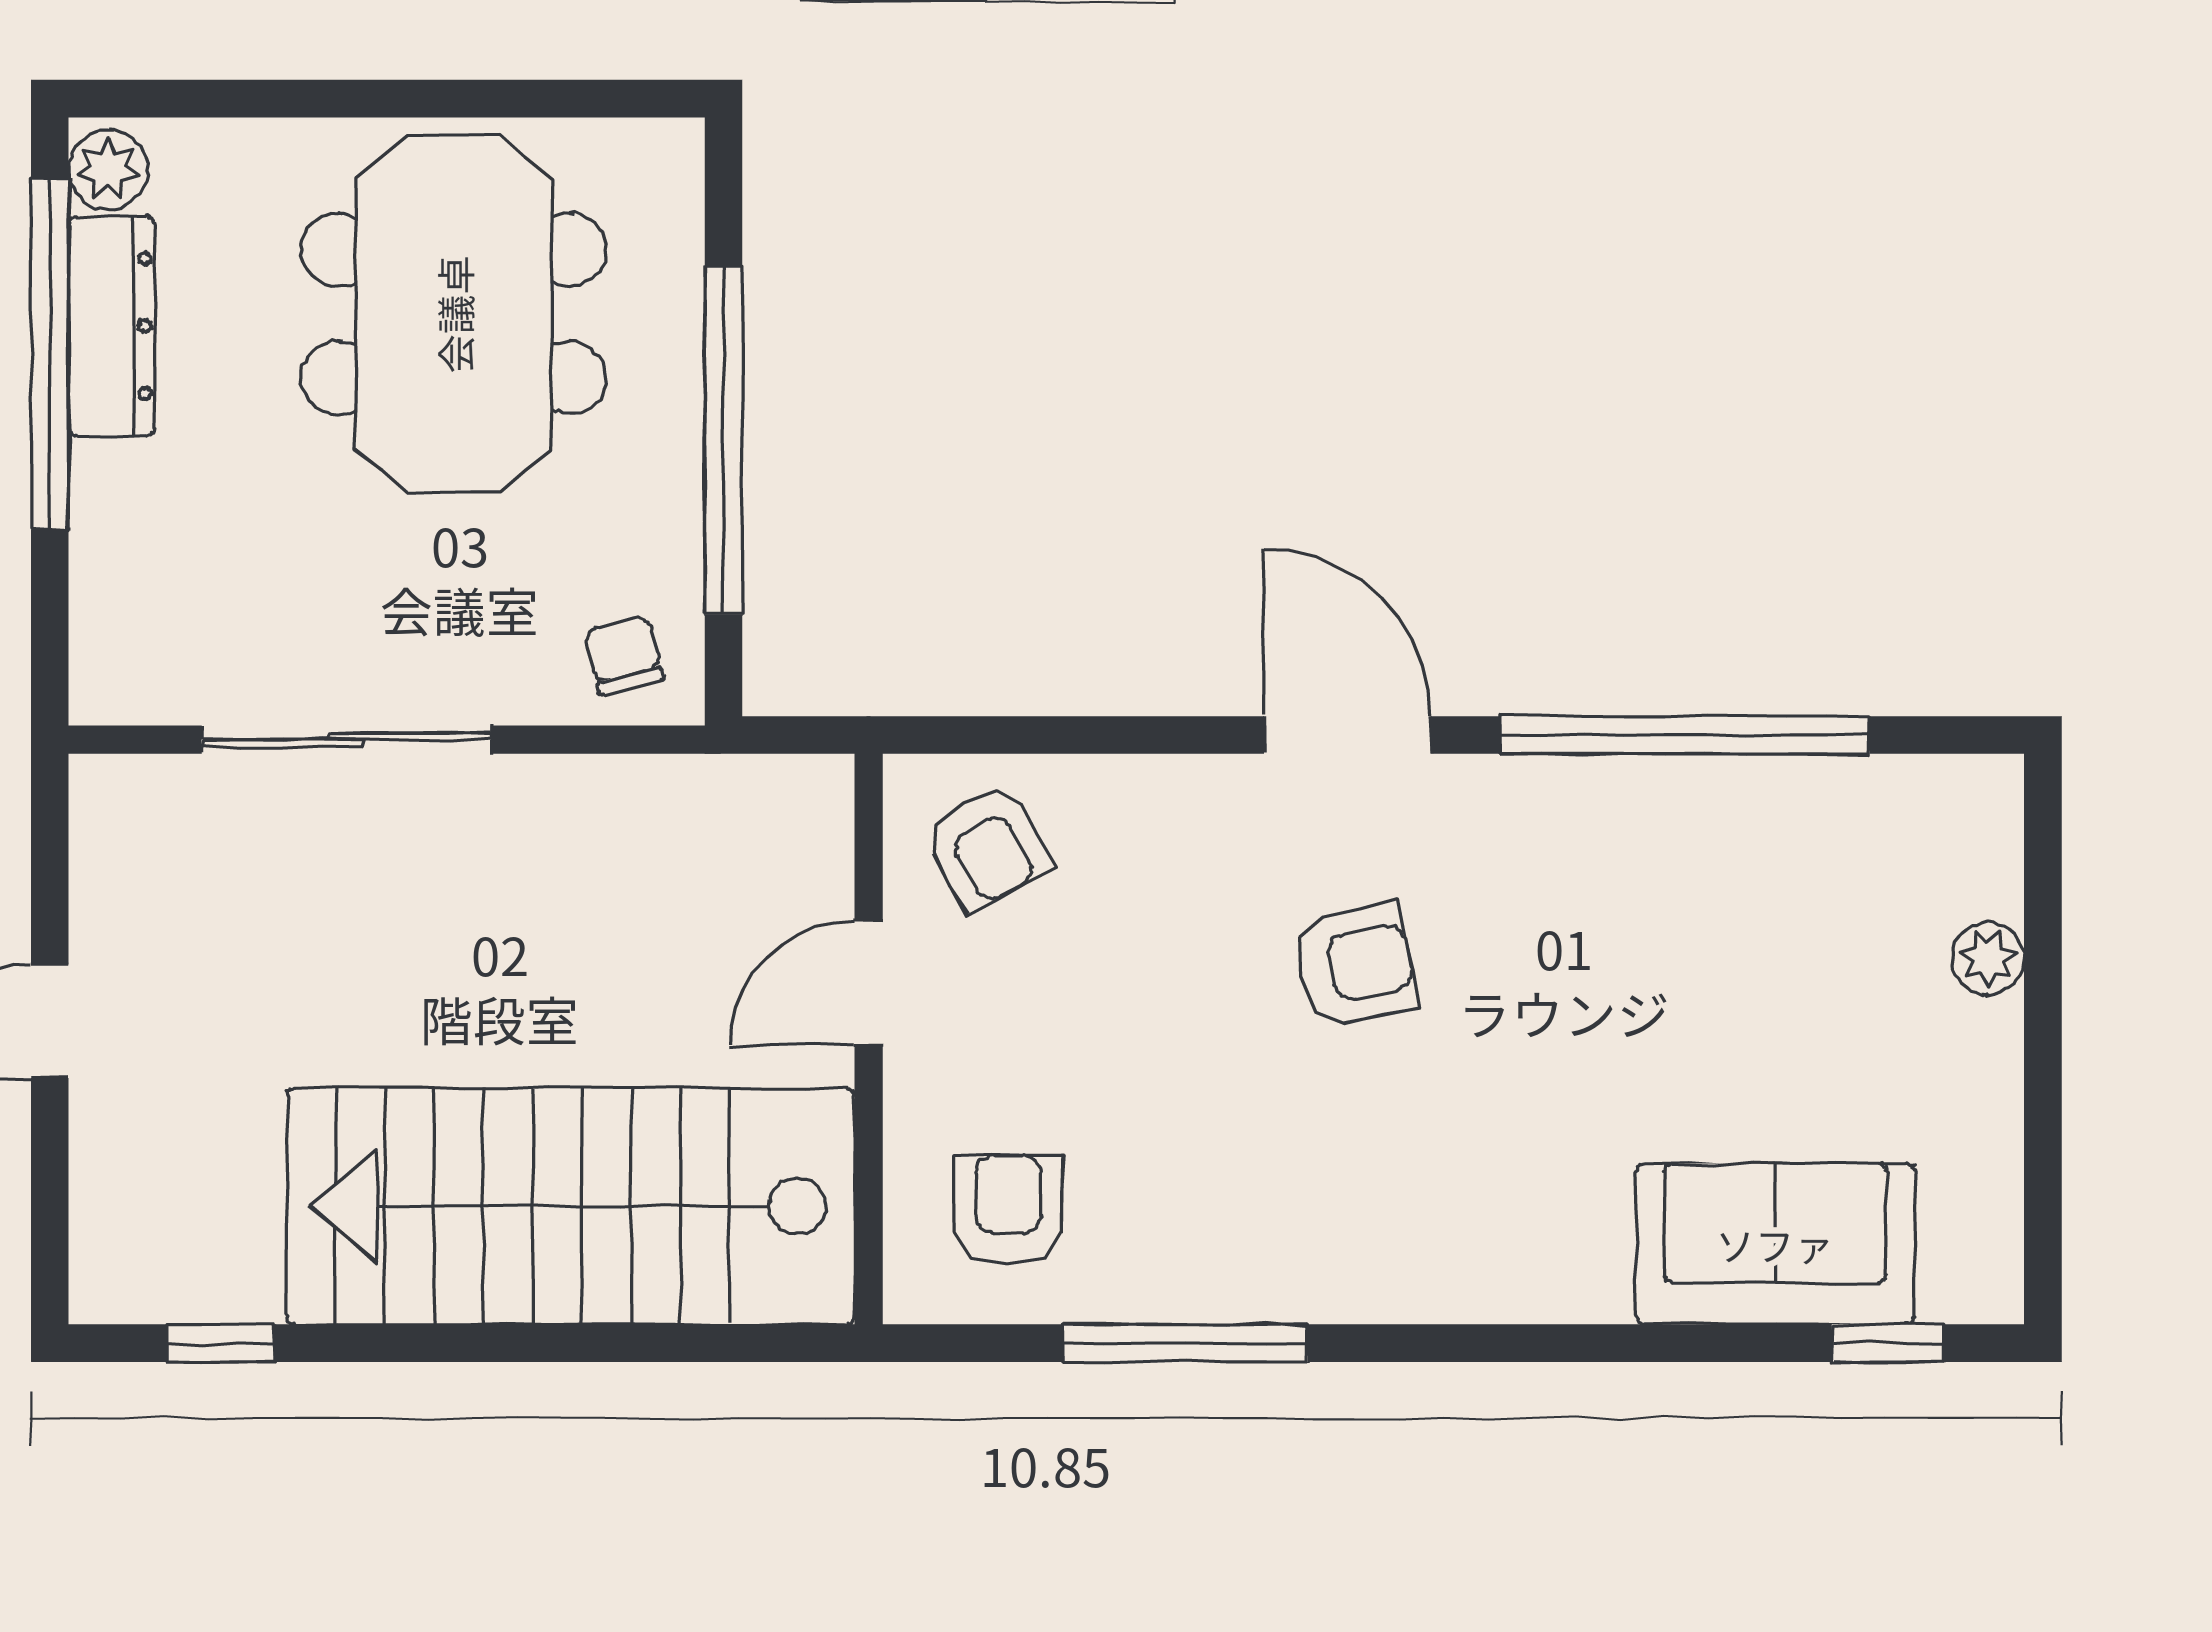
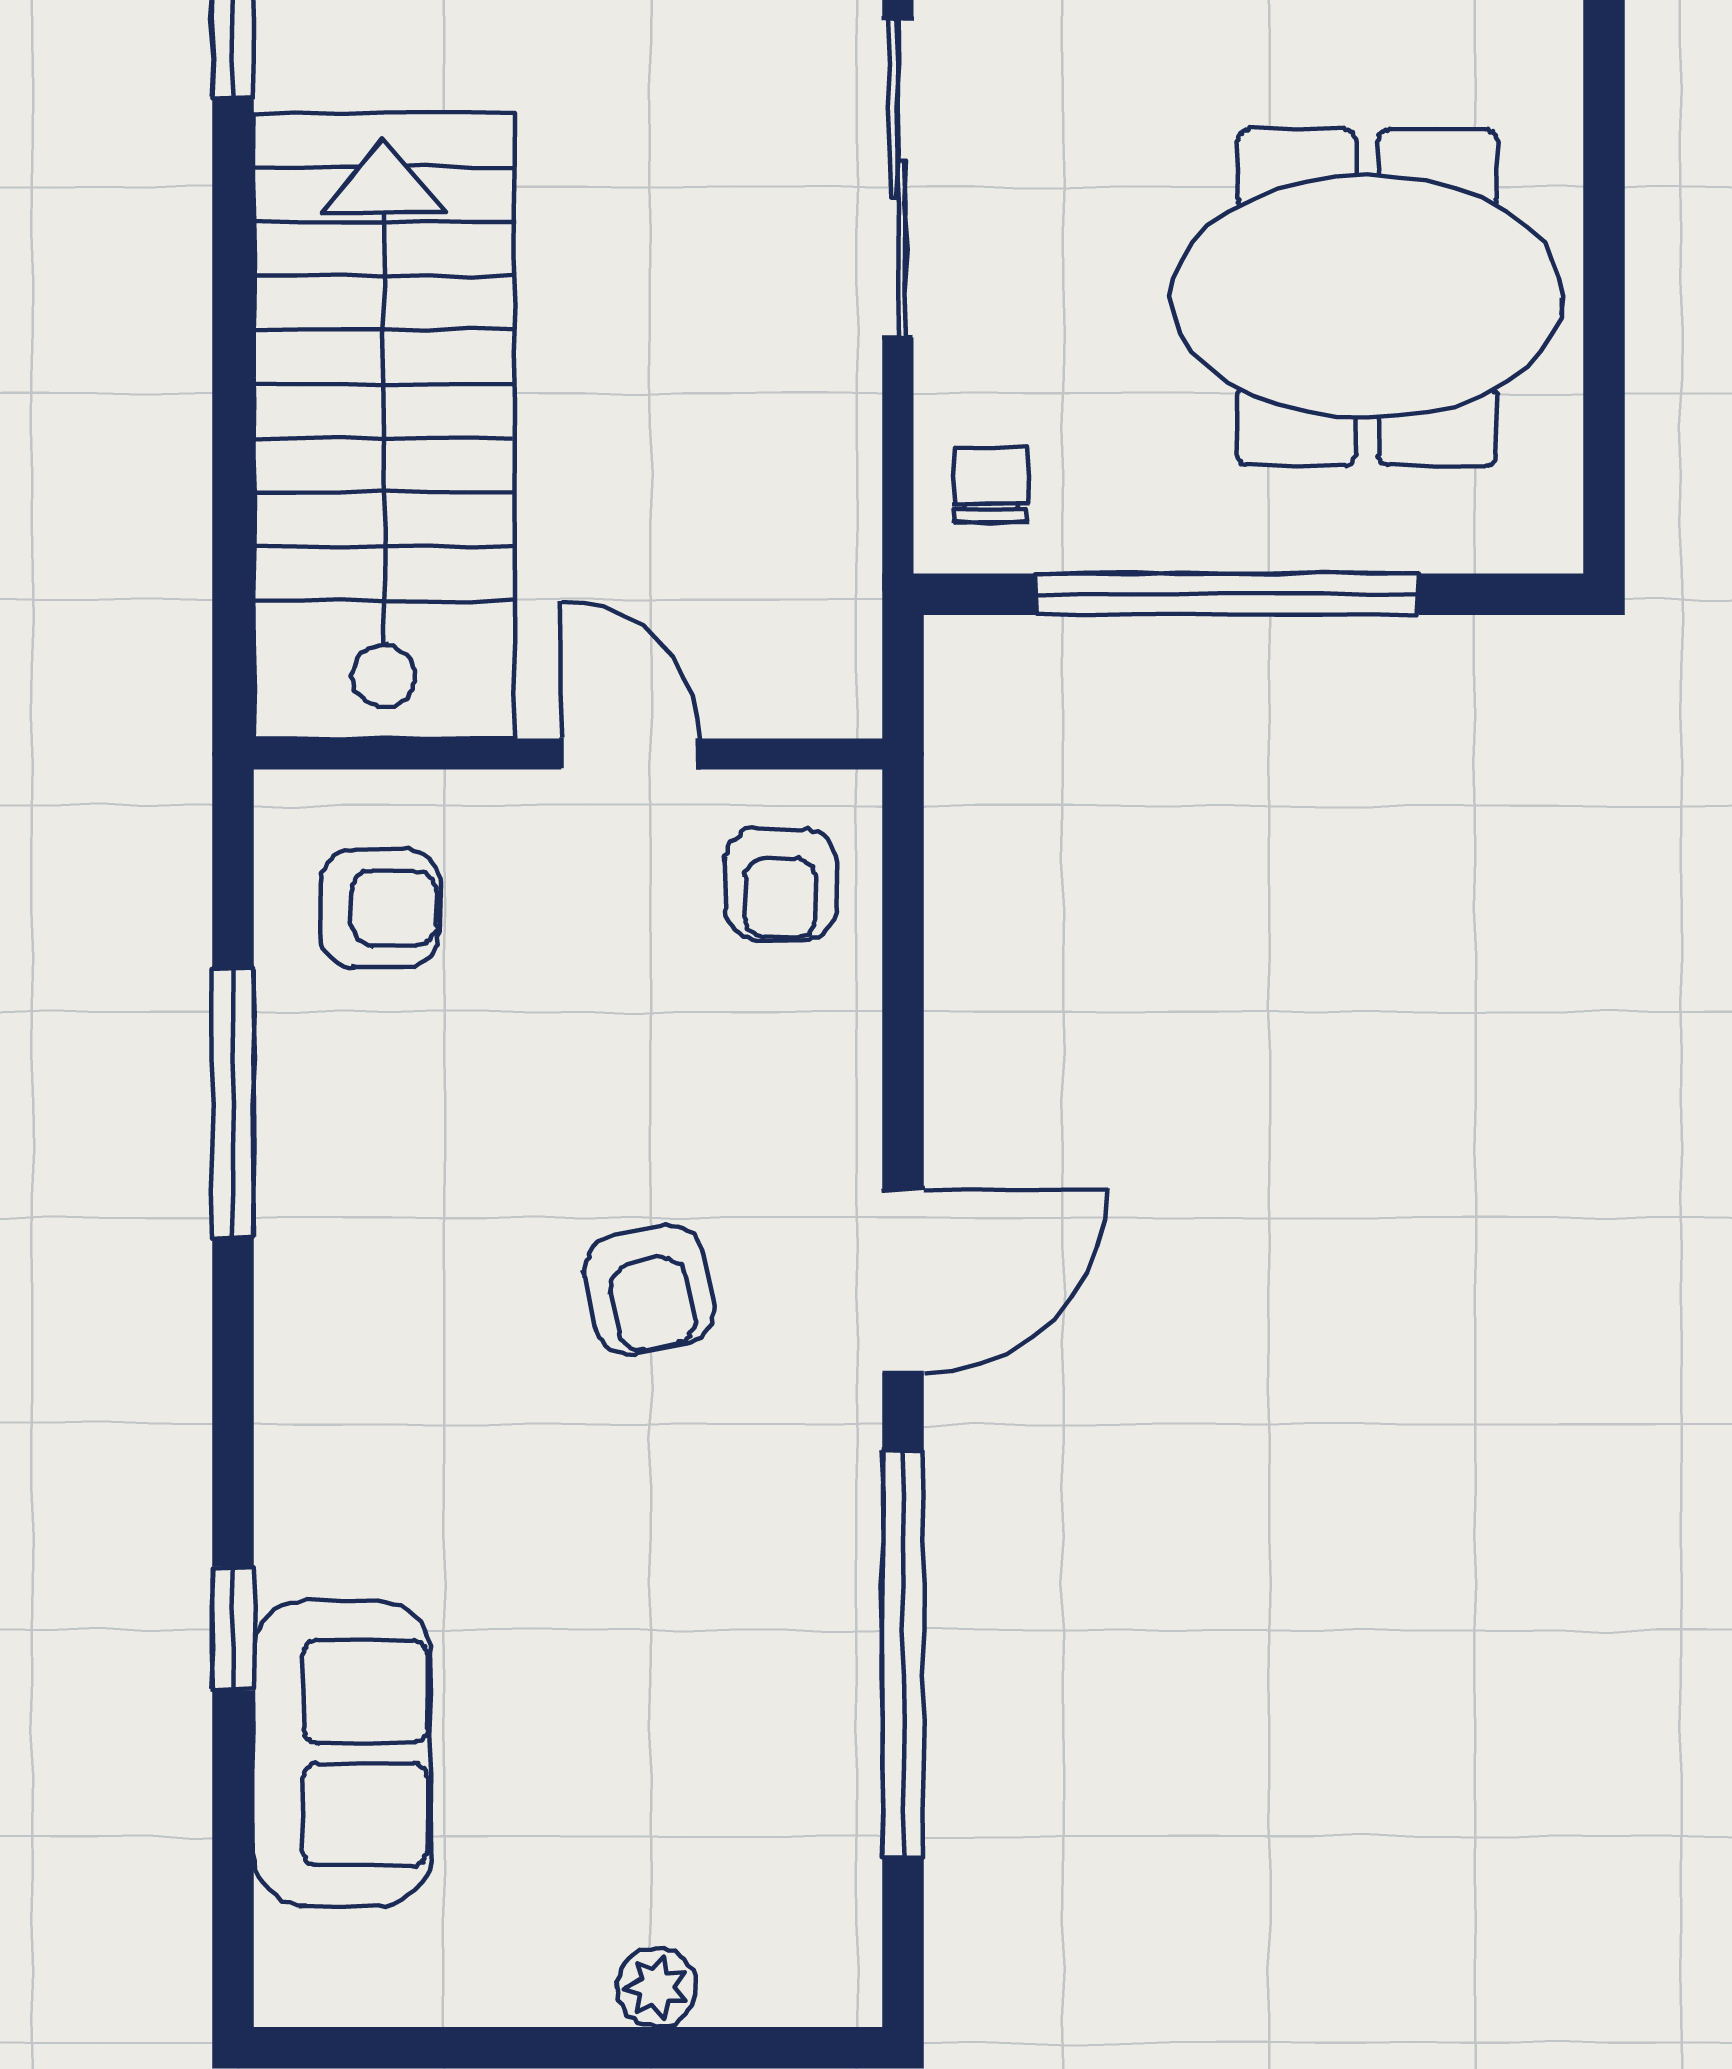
chair: (624, 655) -> (991, 485), turned -76
armchair: (987, 846) -> (780, 884), turned -61
window: (1888, 1343) -> (233, 1628), moved

